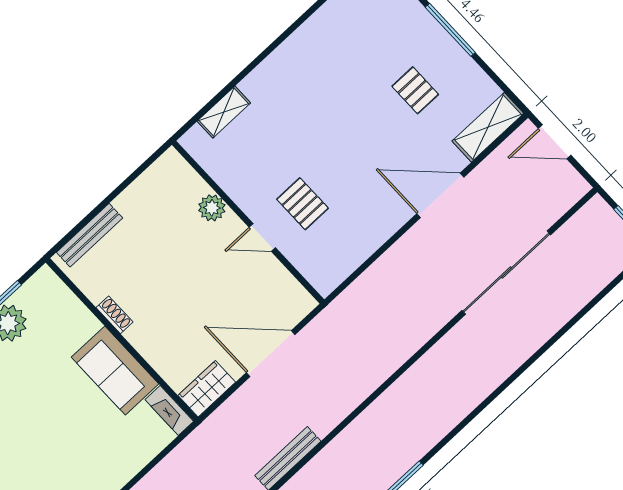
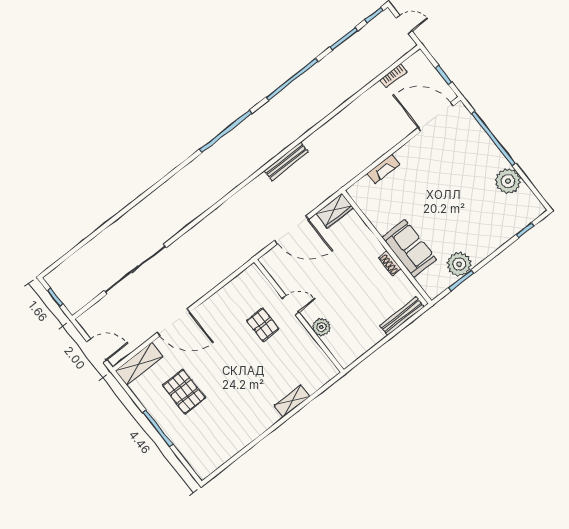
pallet: (415, 90) -> (184, 392), width x1.50, depth x1.42
shelving: (224, 112) -> (292, 401), moved
sofa: (115, 371) -> (409, 248), moved
fireplace: (169, 410) -> (383, 169), moved, turned 90

